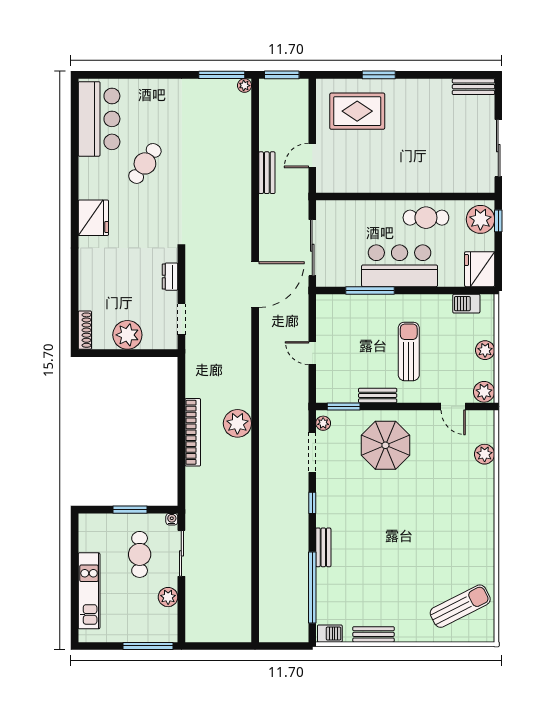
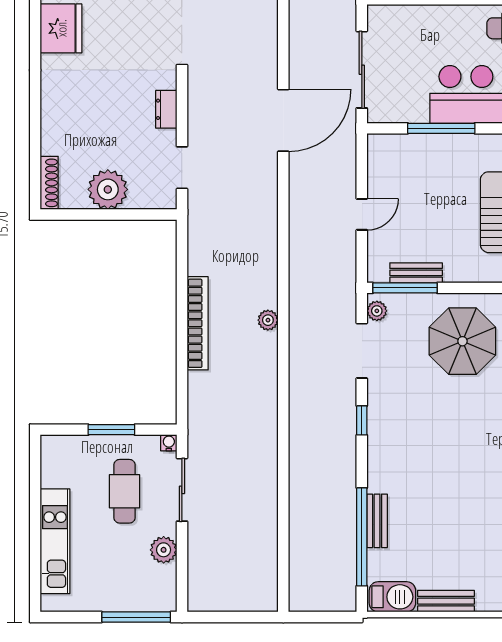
door: (312, 353) -> (362, 214), swing flipped
bench: (378, 396) -> (416, 273), moved
window: (344, 406) -> (405, 288), width x1.44
plant: (237, 423) -> (268, 320), width x0.53, depth x0.53
bench: (323, 547) -> (377, 521), moved
barbecue: (330, 634) -> (392, 597), width x1.38, depth x1.27

